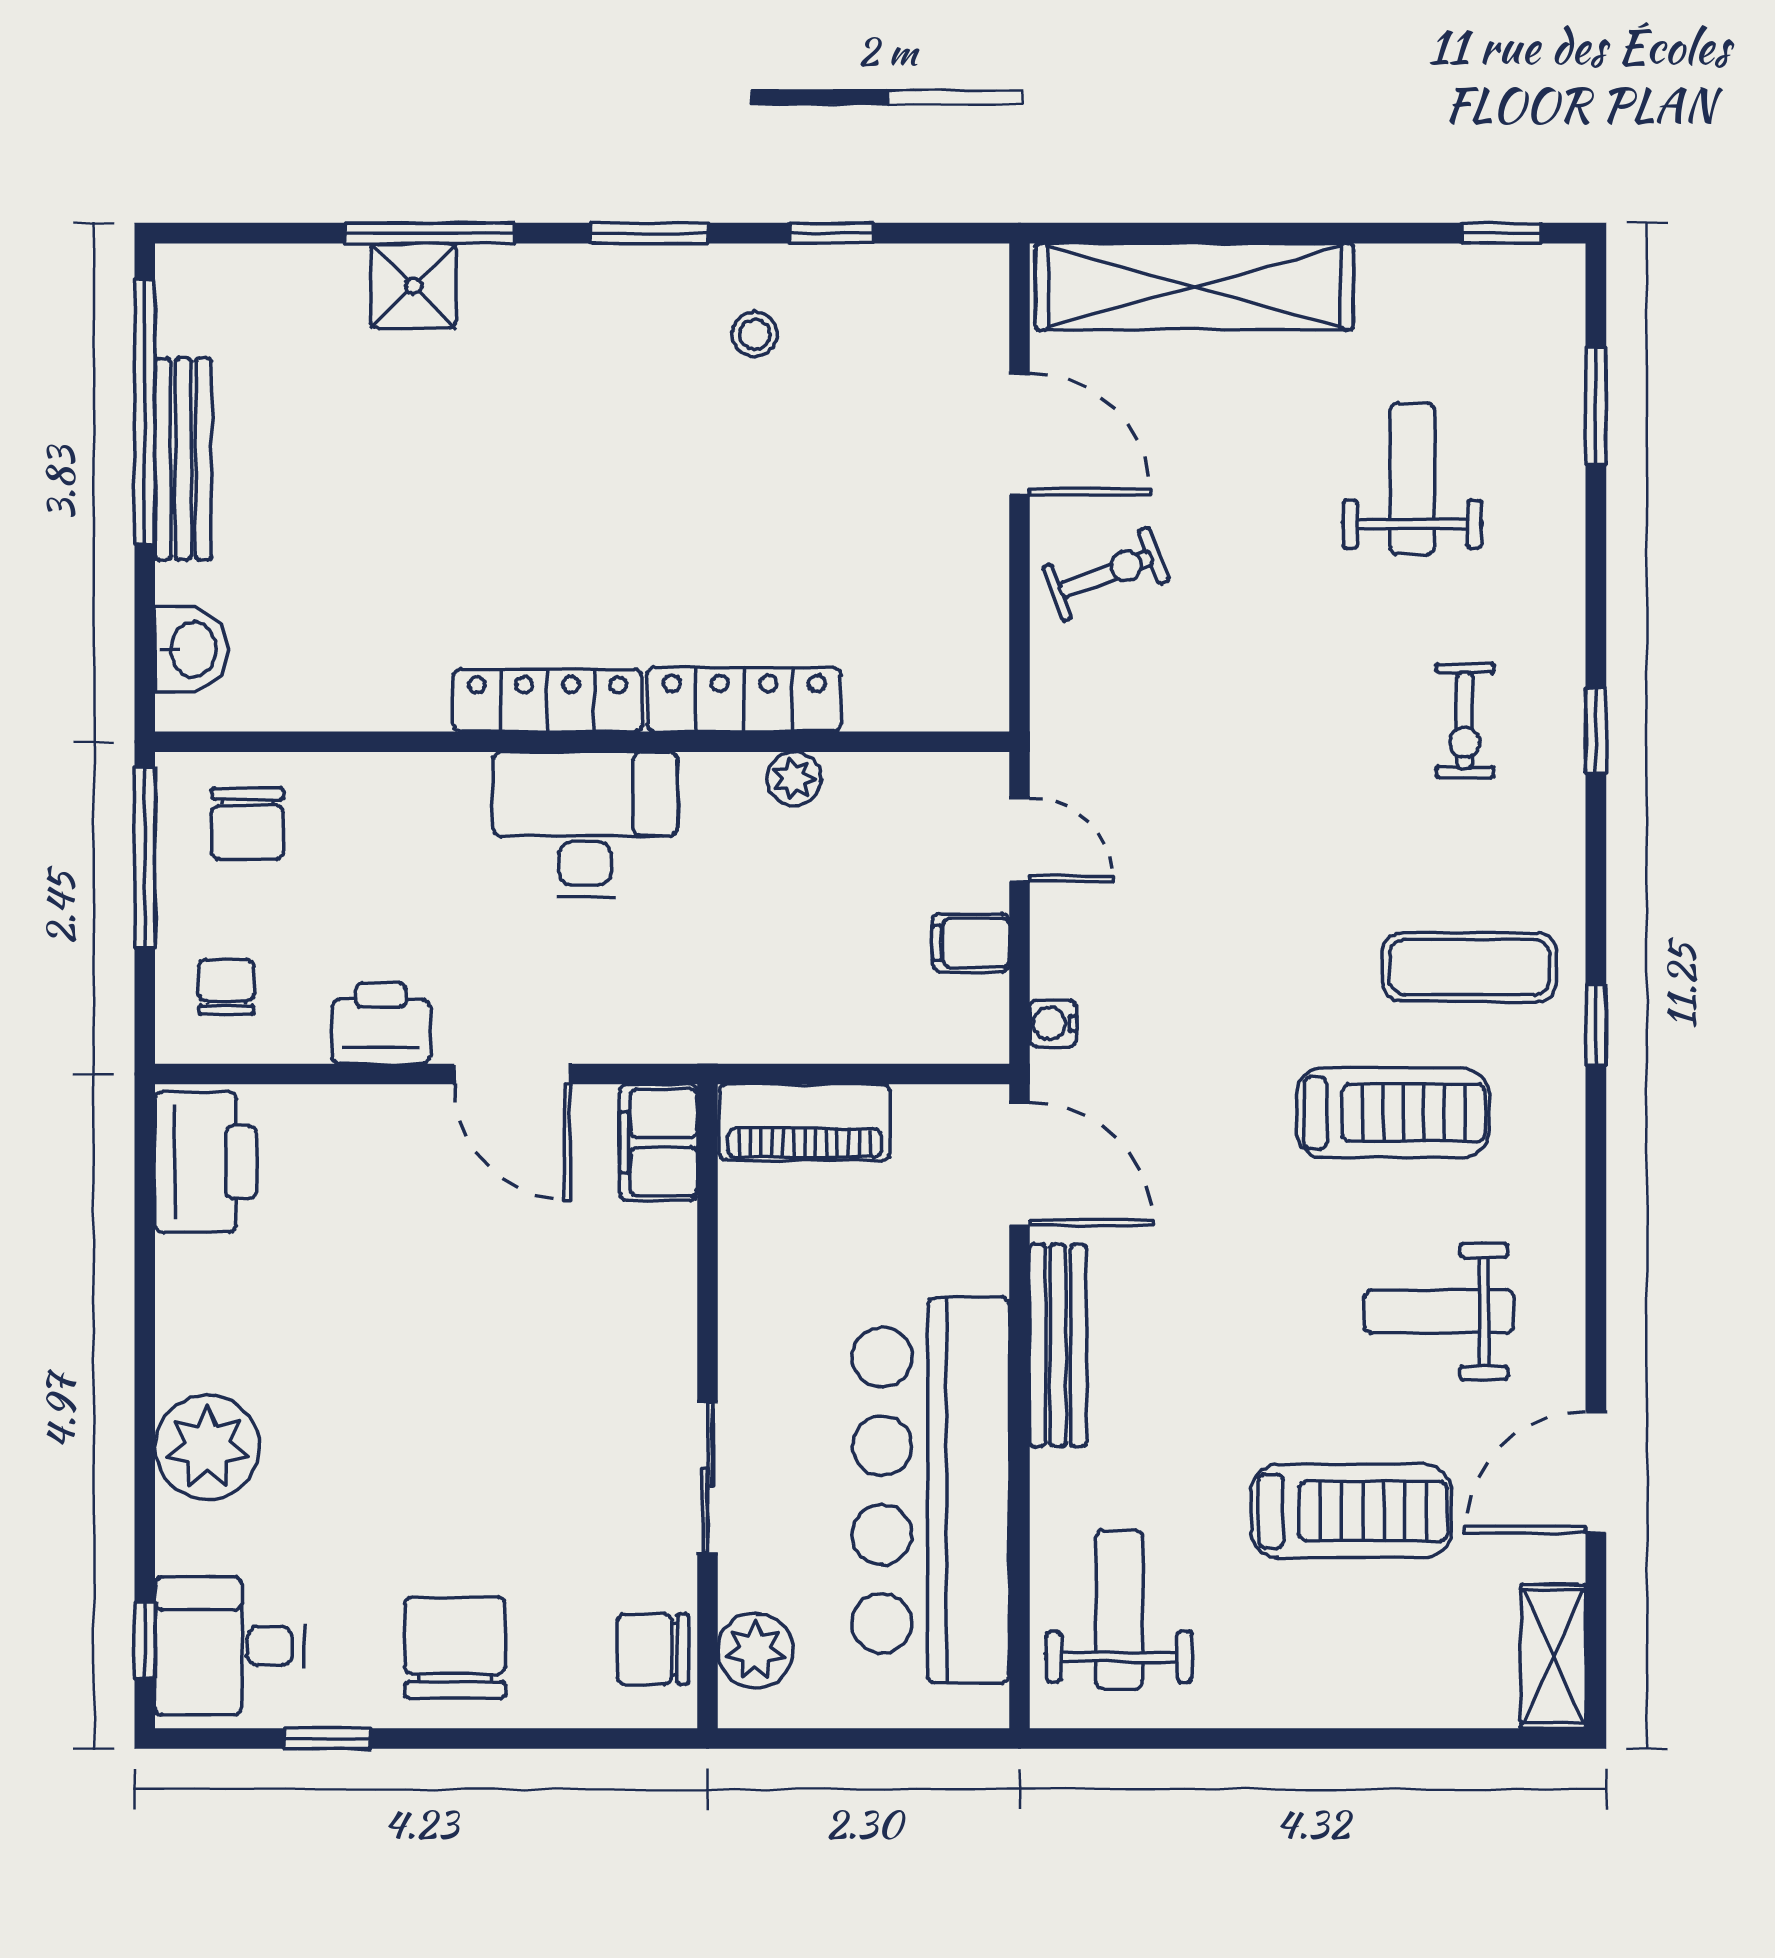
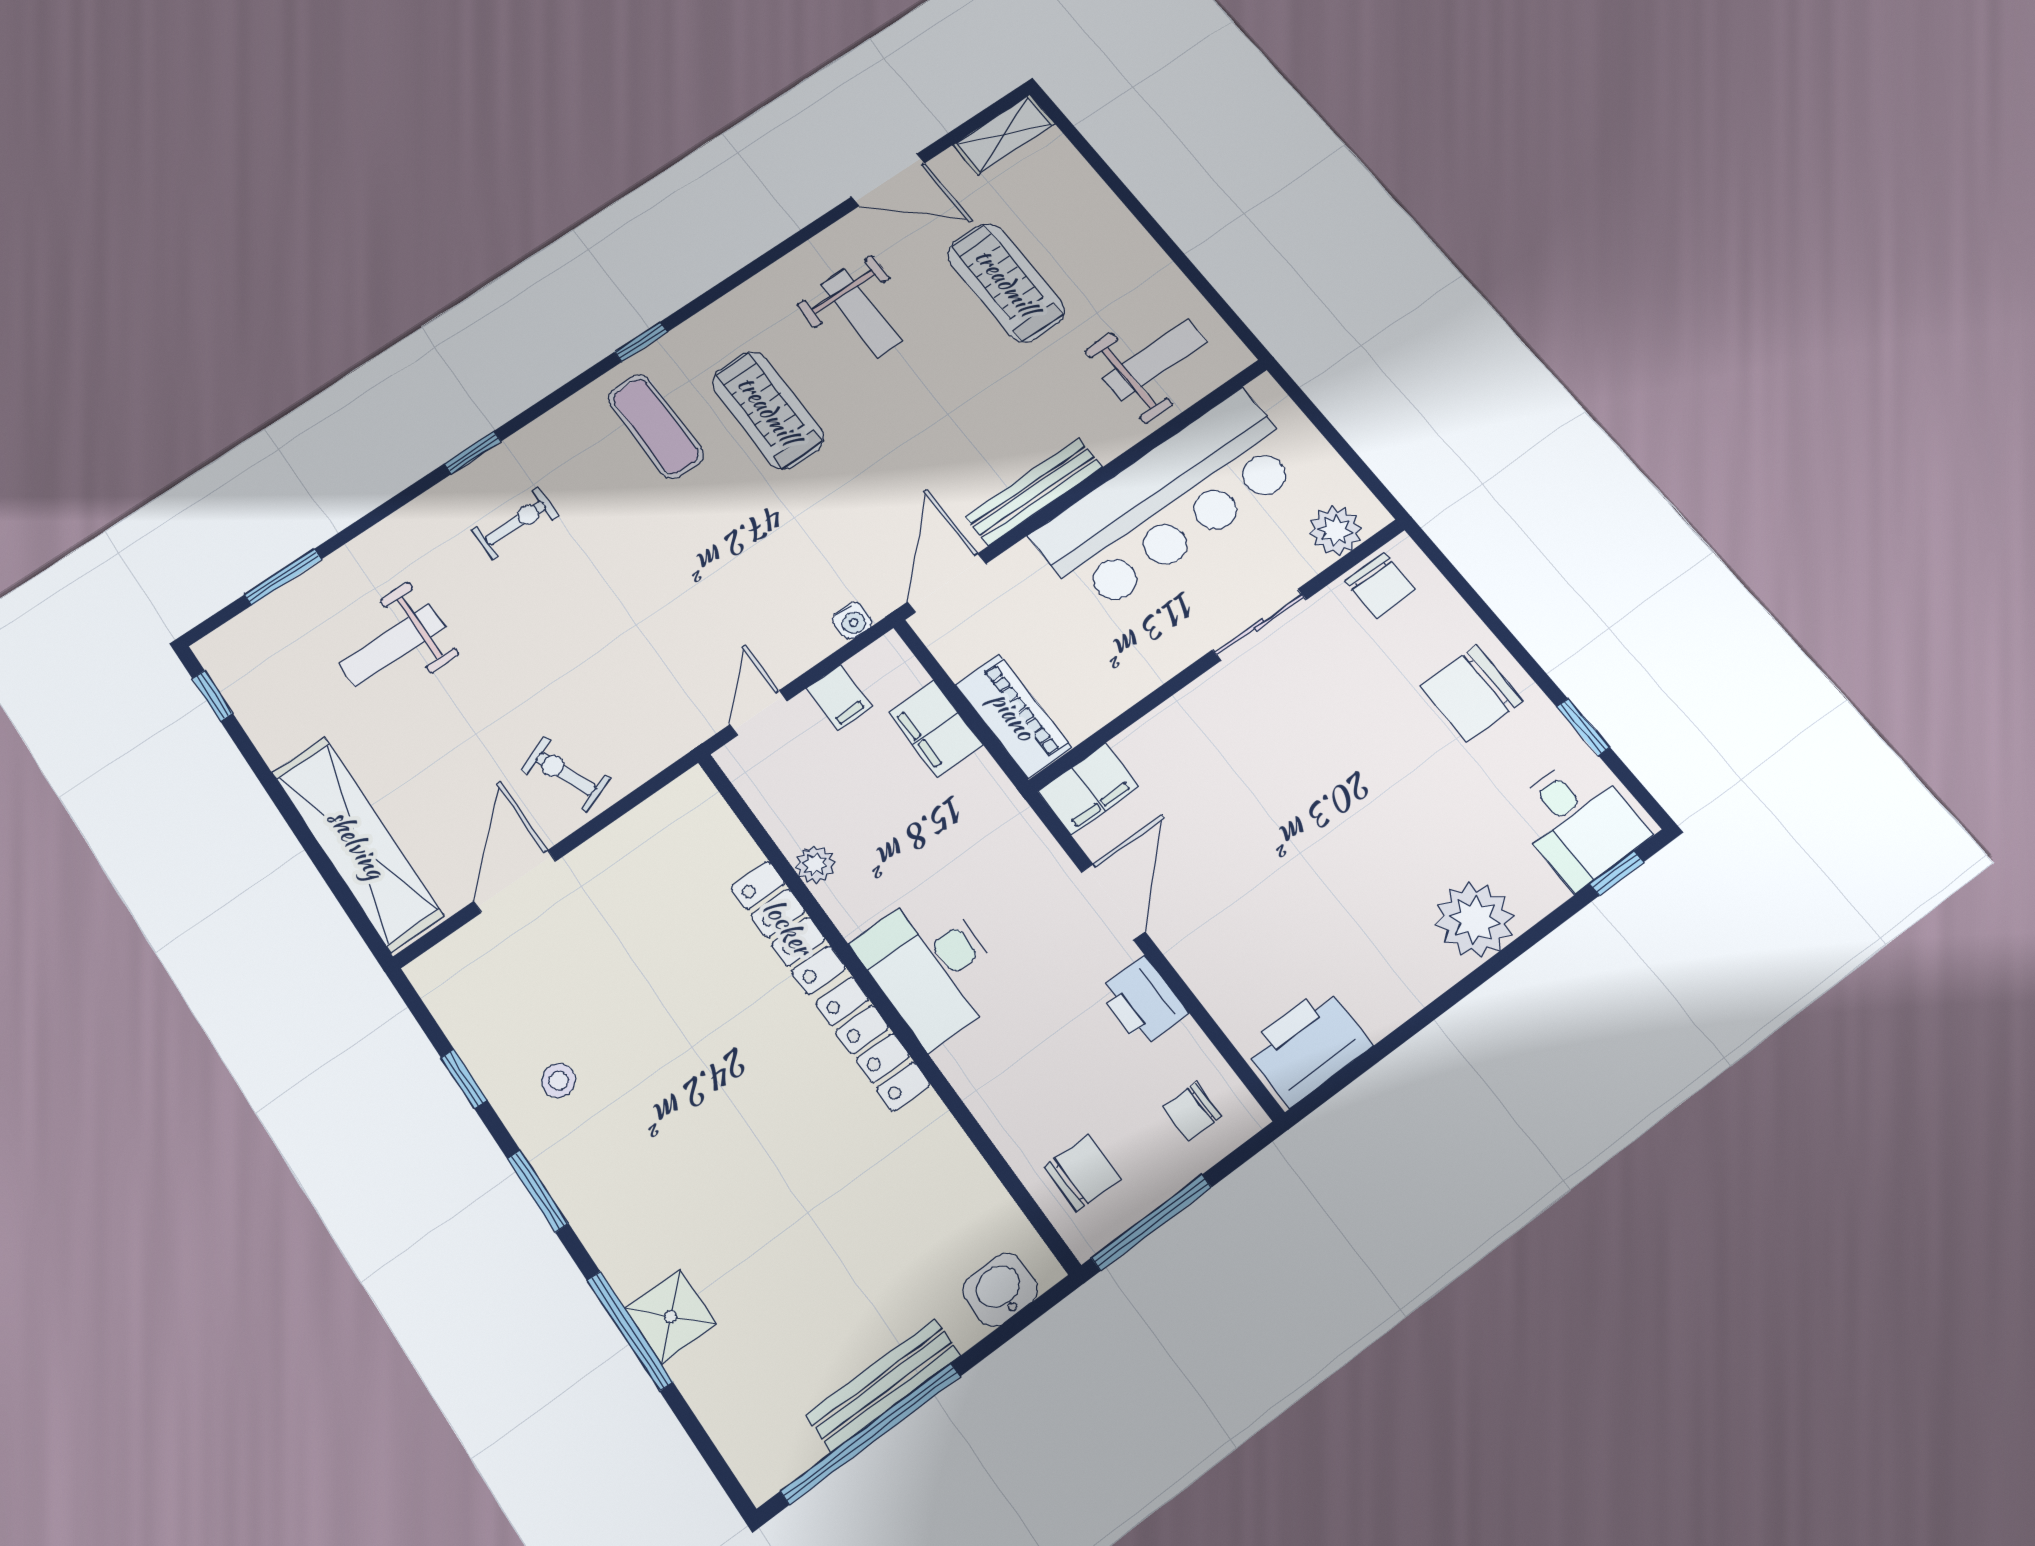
filing cabinet: (854, 1025) -> (935, 728), added
weight bench: (1119, 1609) -> (1155, 360), turned 180

